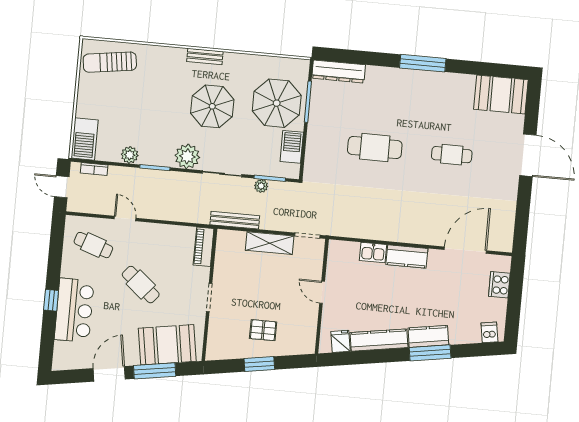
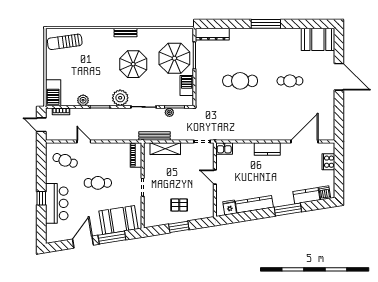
shelving: (270, 243) -> (165, 149), moved
kitchen sink: (373, 253) -> (224, 148), moved
cafe table: (141, 285) -> (98, 183), turned -40
kitchen counter: (428, 336) -> (306, 196), moved

